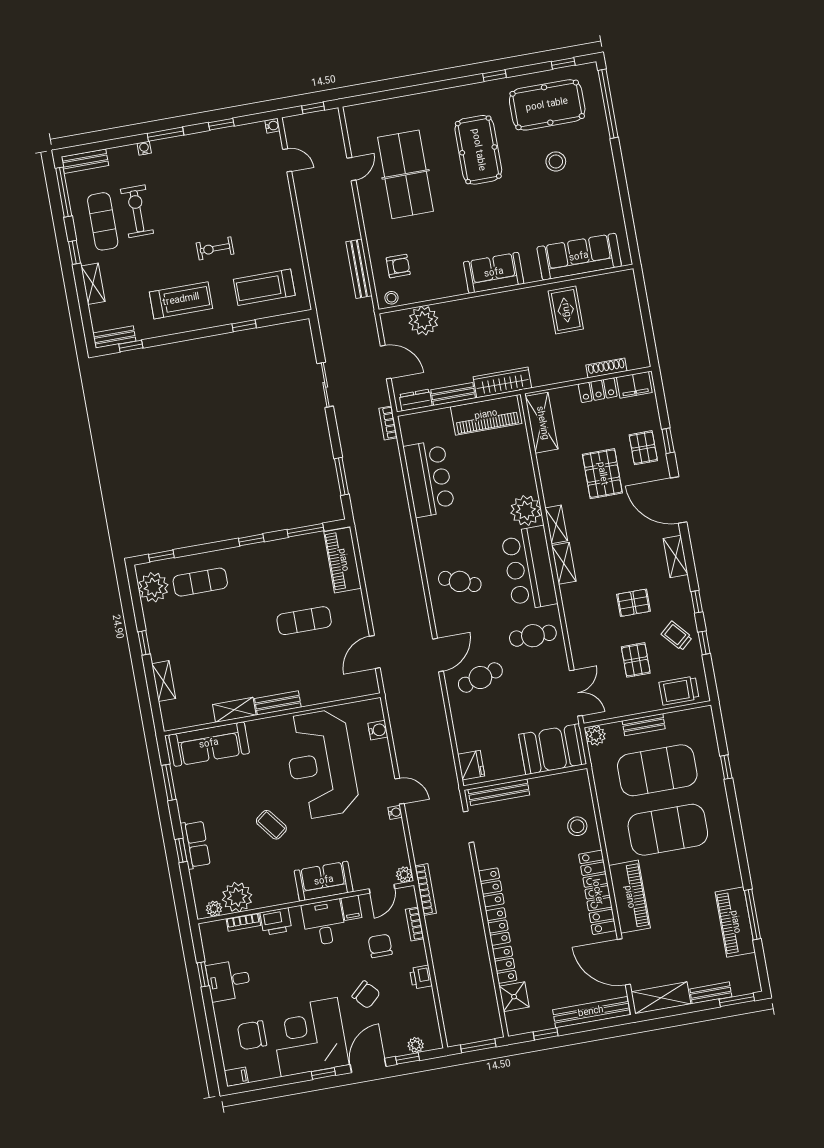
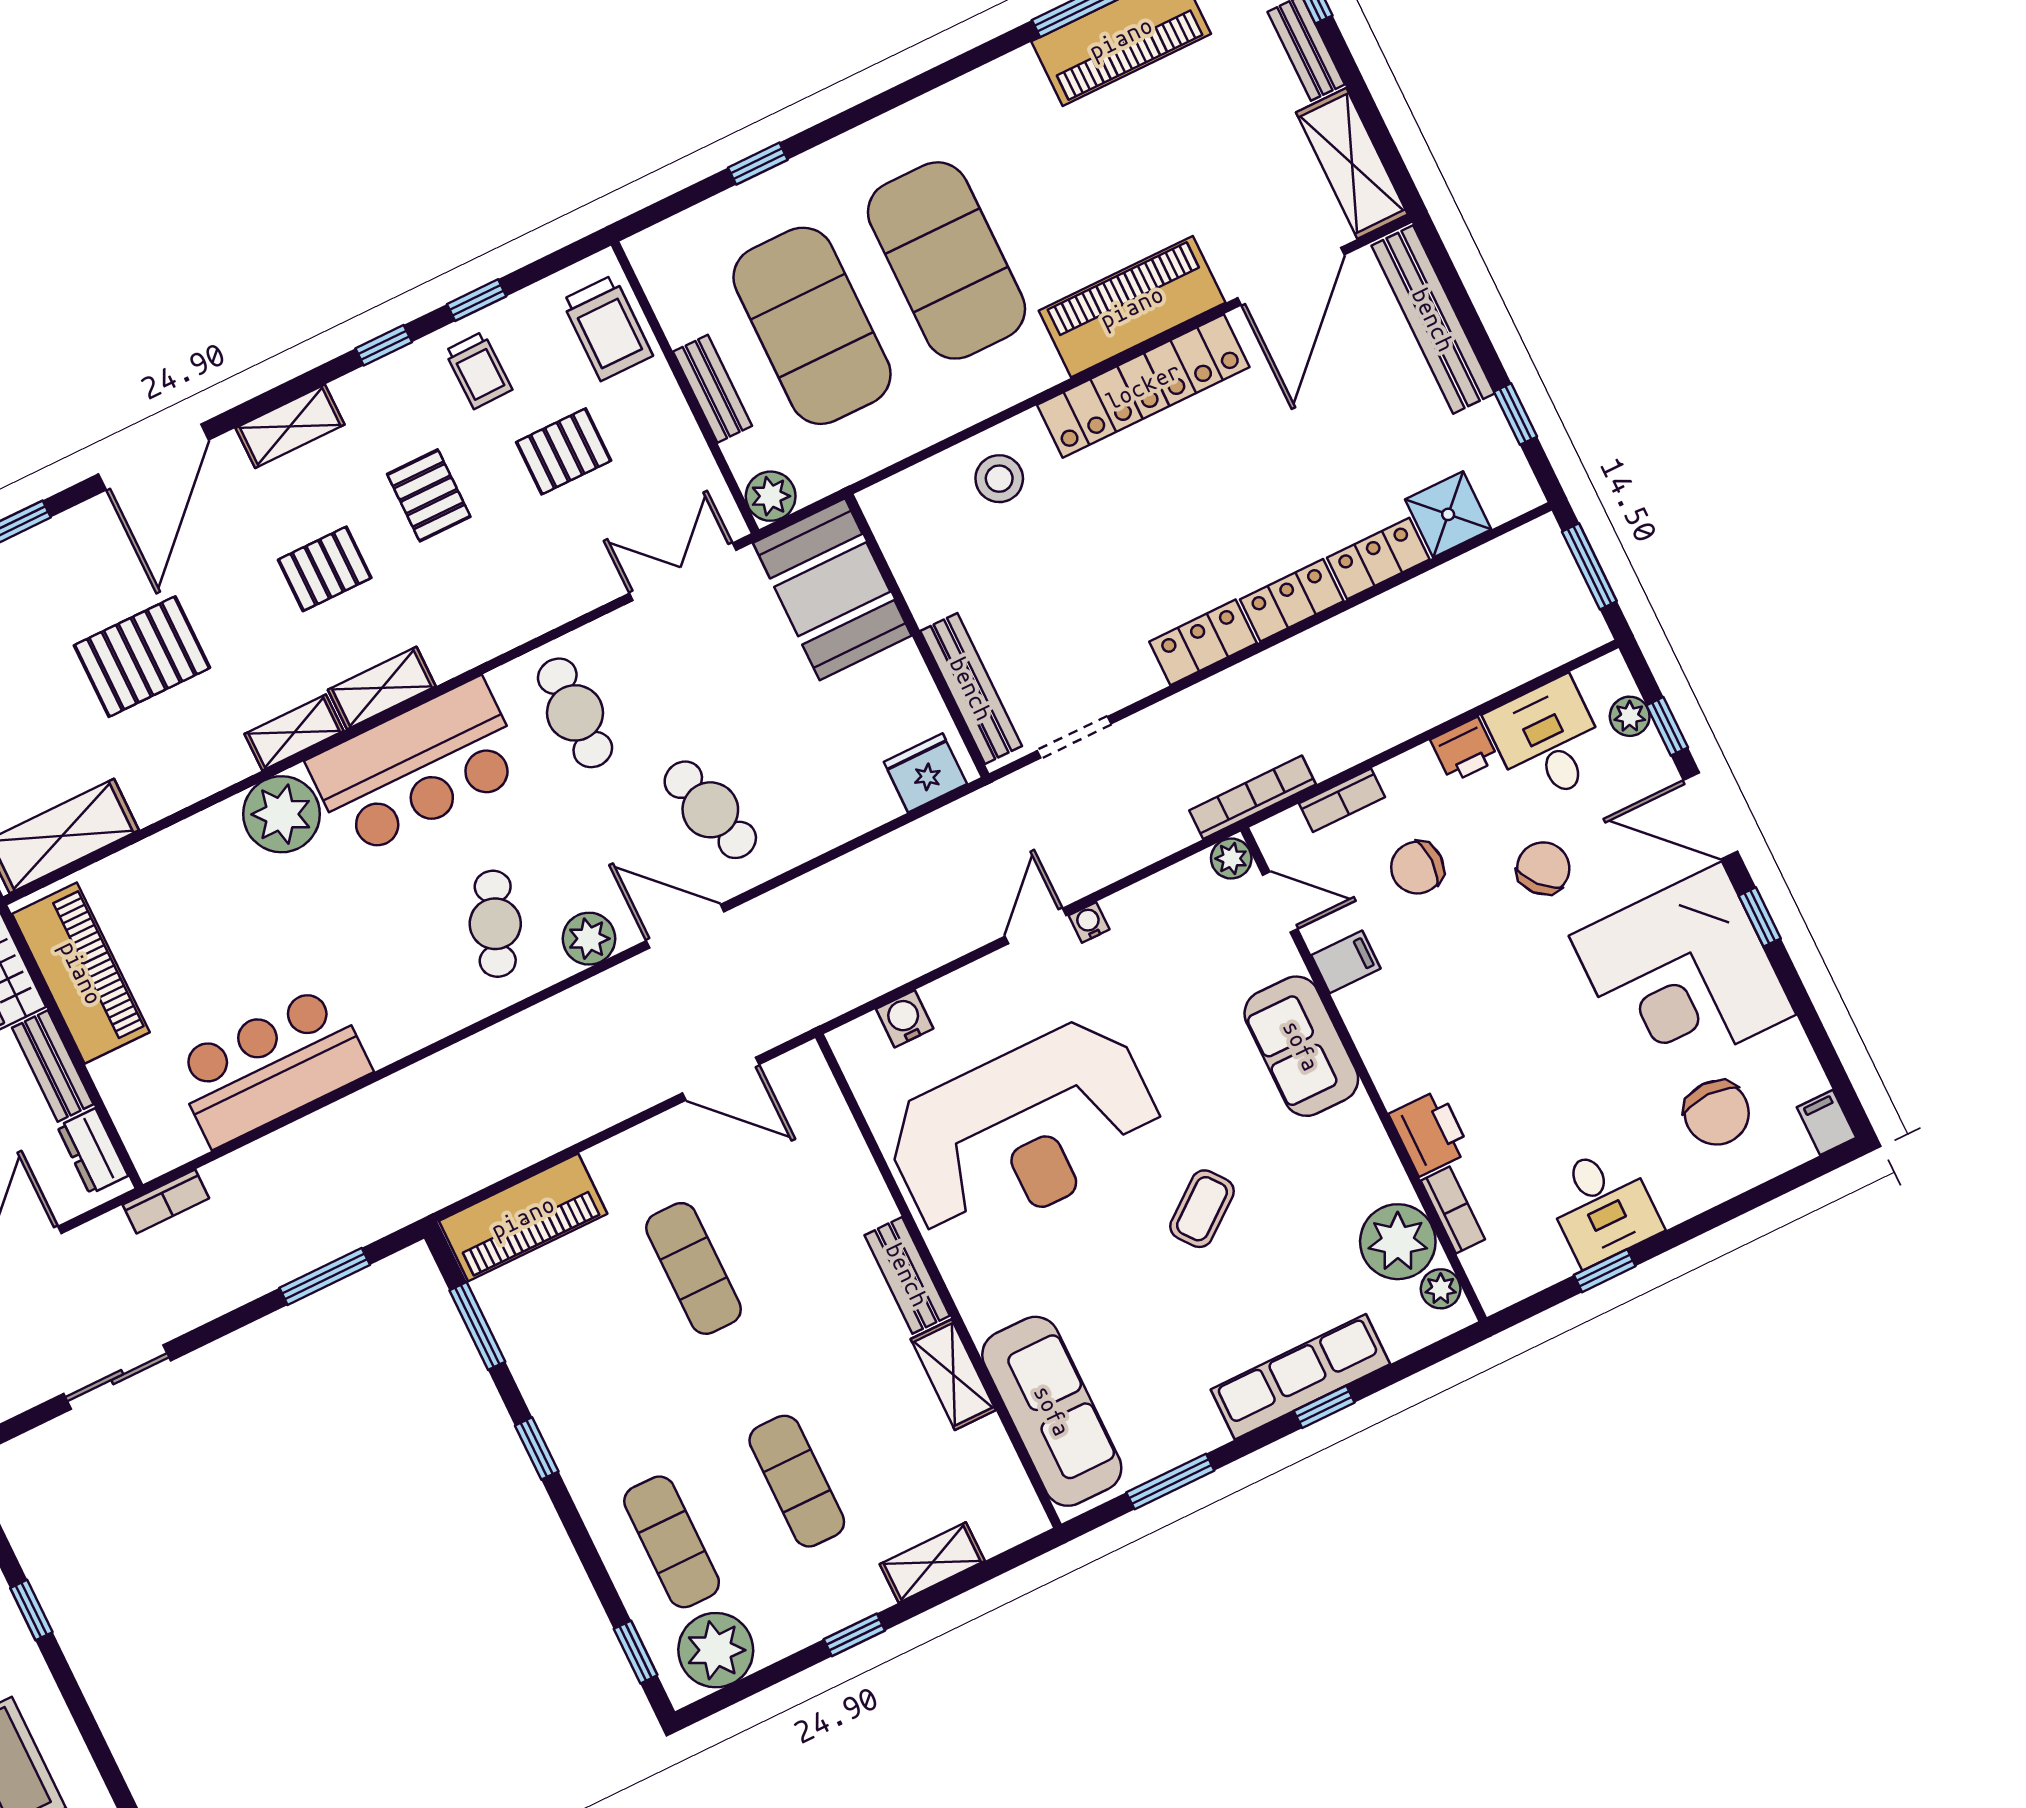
pallet: (643, 448) -> (325, 569), moved
plant: (444, 616) -> (589, 939), added
trolley: (677, 636) -> (478, 370), turned -50
exercise mat: (210, 637) -> (797, 1481), added
row of seats: (195, 844) -> (1300, 1377), width x1.48
desk: (324, 923) -> (1548, 741), moved, turned 90

